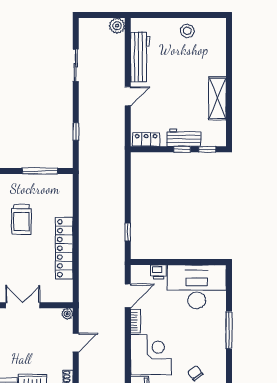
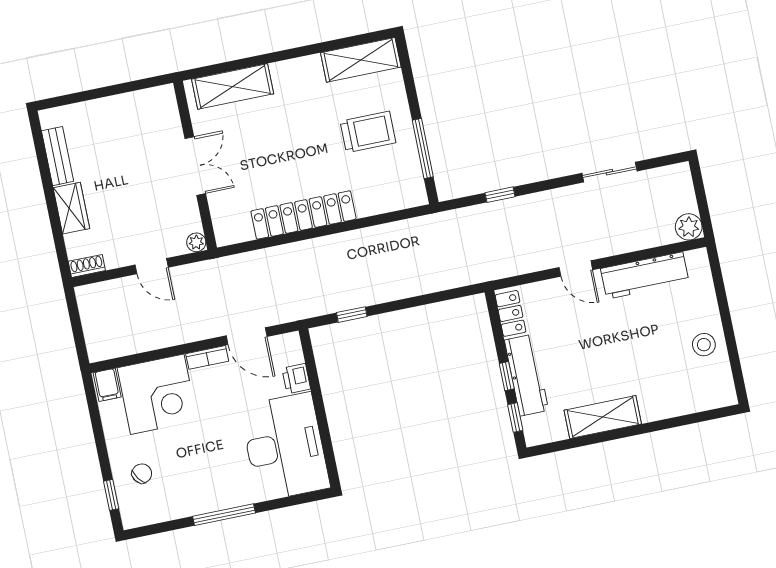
workbench: (184, 138) -> (527, 375), width x1.38
trolley: (21, 219) -> (368, 132), moved, turned 180

